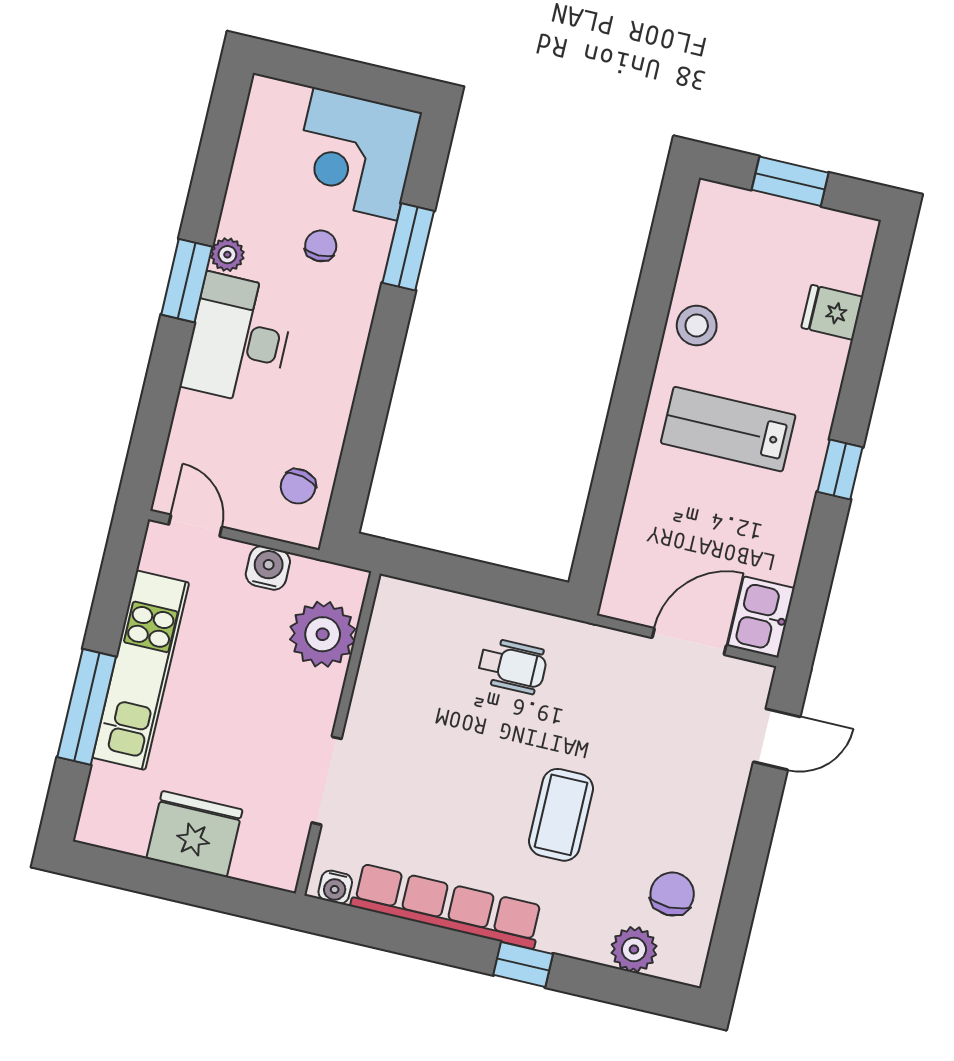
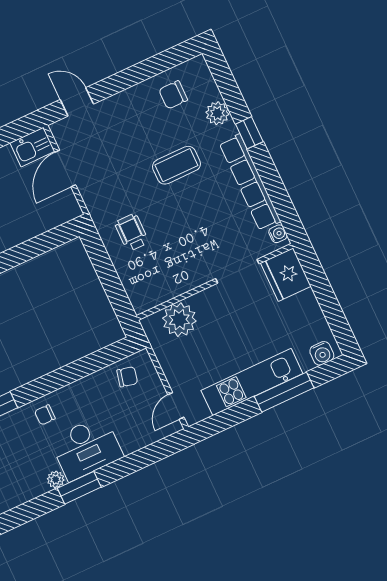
chair: (321, 246) -> (45, 415), moved
water cooler: (268, 568) -> (322, 353), moved, turned -90
door: (689, 641) -> (65, 169), hinge flipped
fridge: (194, 834) -> (286, 275), moved
plant: (634, 949) -> (217, 113), moved

